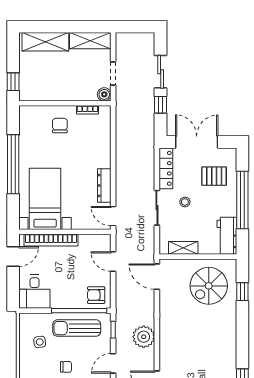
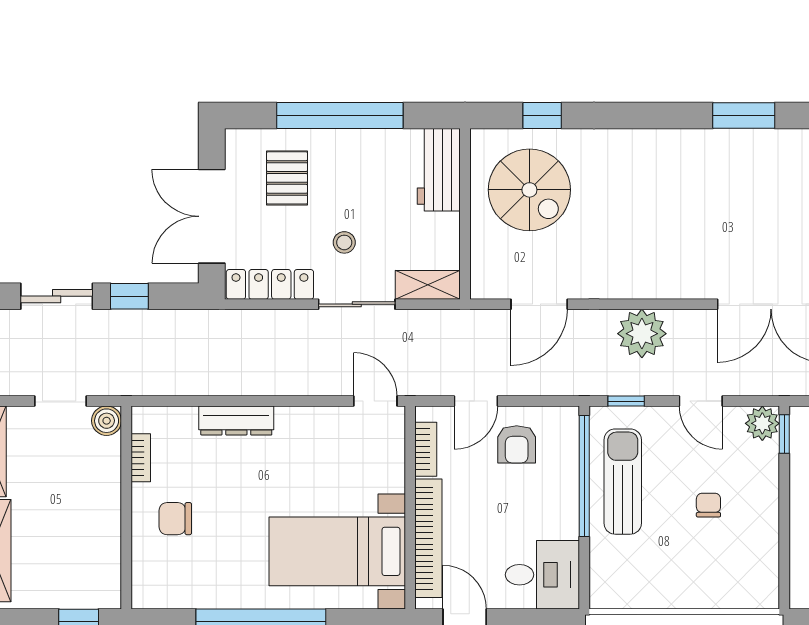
dresser: (104, 185) -> (236, 420), moved
door: (113, 216) -> (375, 401), swing flipped
workbench: (227, 236) -> (439, 170), moved, turned 90
bookcase: (91, 239) -> (426, 449), added
shelving: (183, 248) -> (428, 285), moved, turned 90
door: (157, 277) -> (539, 304), moved
armchair: (96, 295) -> (517, 444), moved
sun lounger: (77, 328) -> (623, 482), turned 180
side table: (40, 342) -> (653, 563), removed

